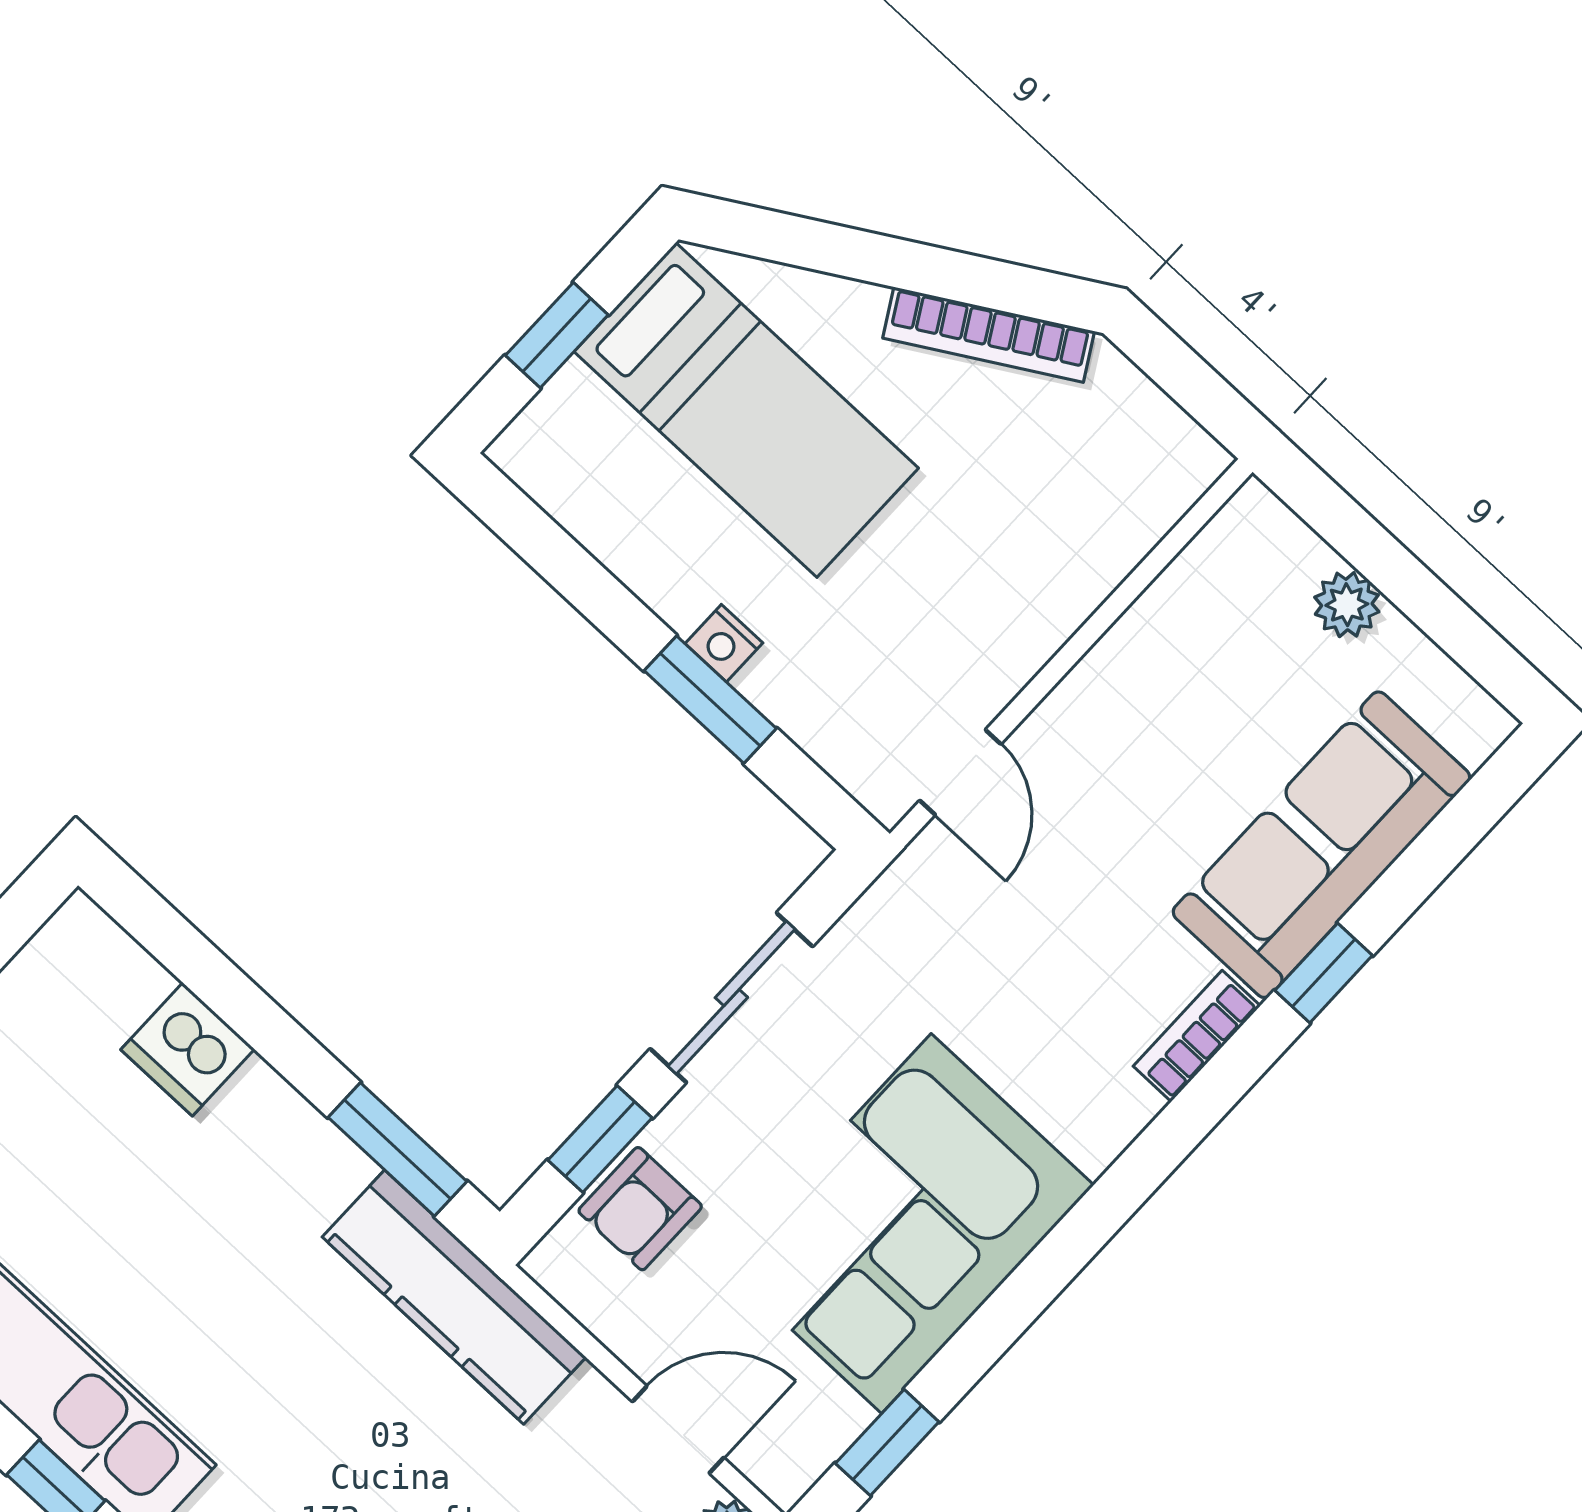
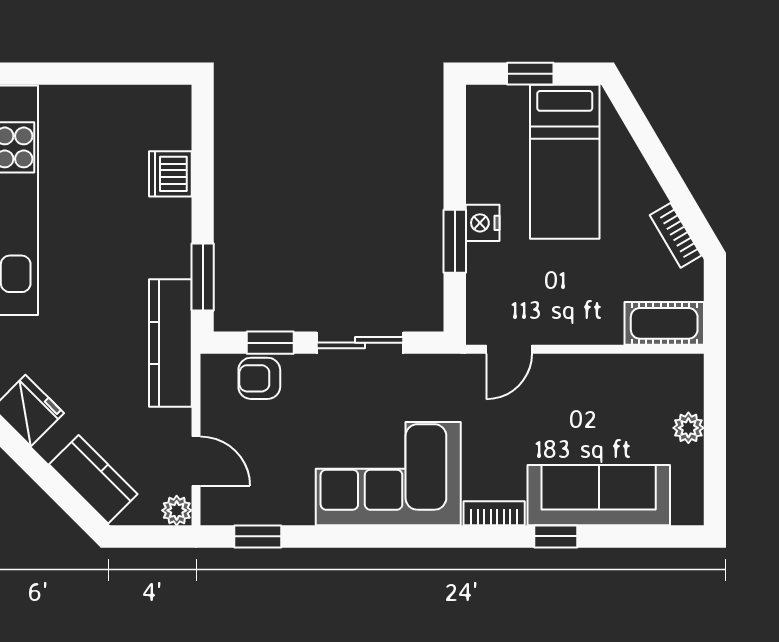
bookcase: (989, 335) -> (676, 235), width x0.64
cot: (1147, 490) -> (664, 323), added
nightstand: (724, 643) -> (483, 223), width x1.39, depth x1.35
corner sofa: (906, 1224) -> (388, 474), moved

